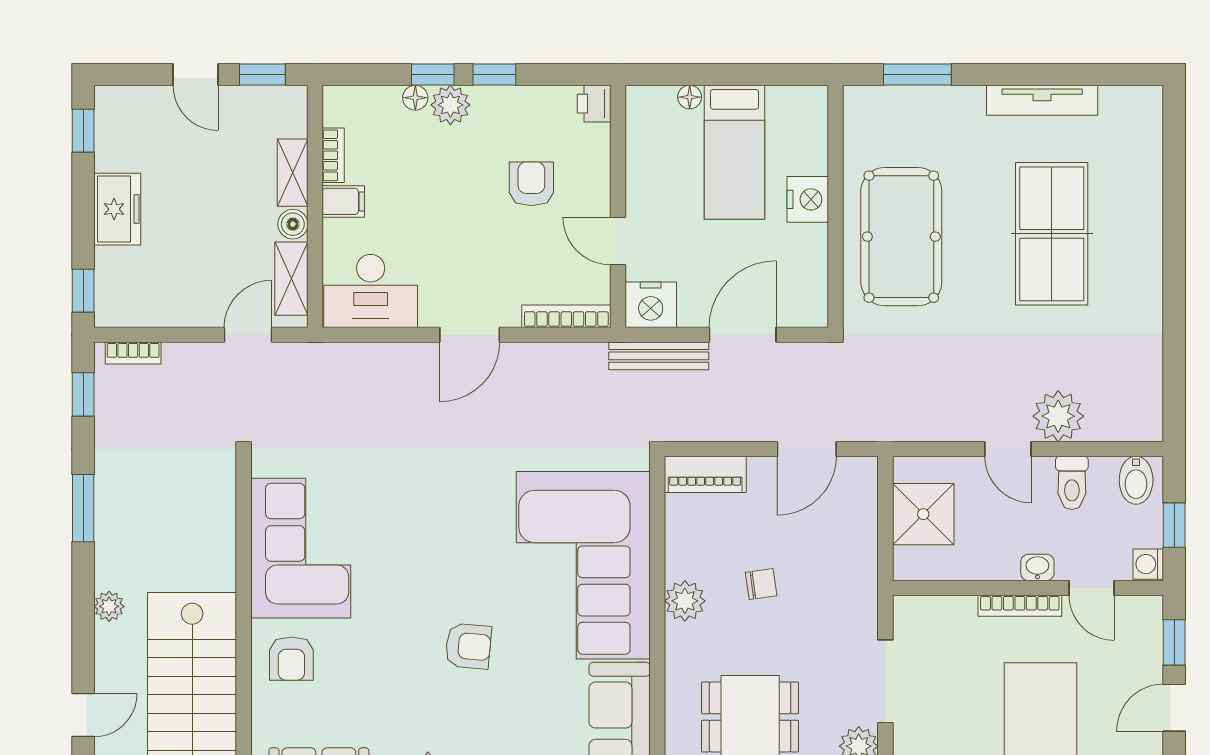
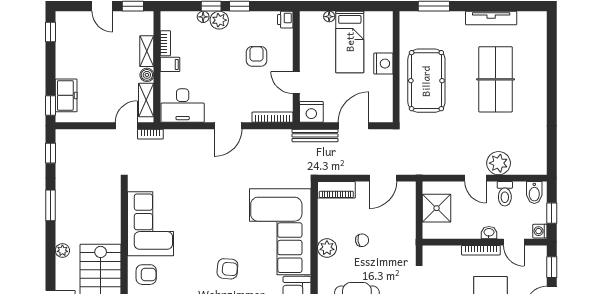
freezer: (117, 209) -> (66, 95), moved
bookcase: (133, 353) -> (150, 134), moved
armchair: (291, 659) -> (146, 275), turned -90

